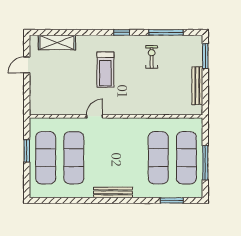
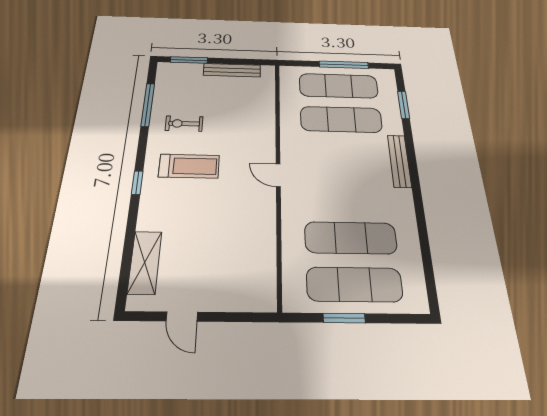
window: (122, 32) -> (137, 183), moved
treadmill: (105, 70) -> (189, 166), moved
door: (94, 116) -> (278, 175), moved
bench: (113, 192) -> (399, 161), moved

